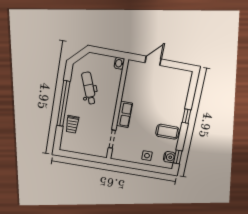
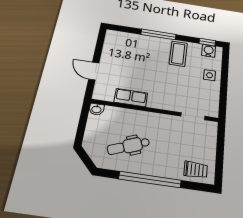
row of seats: (124, 114) -> (131, 98), moved
window: (186, 116) -> (158, 34), width x2.17
trolley: (72, 124) -> (196, 170), moved

